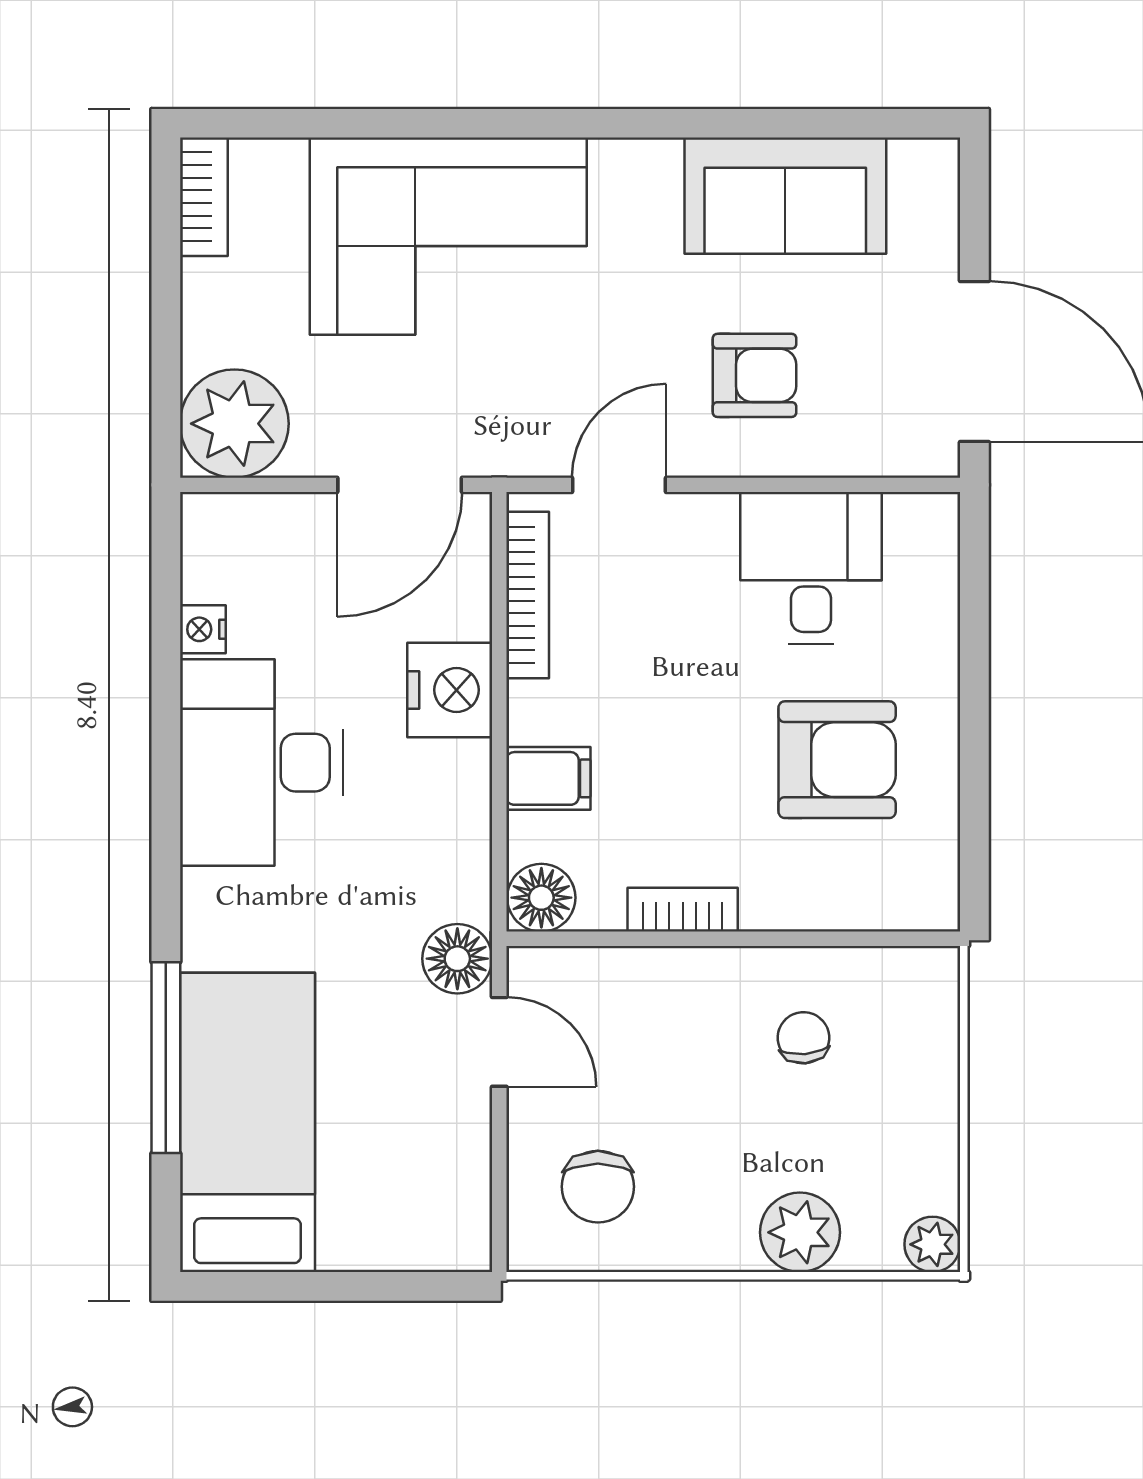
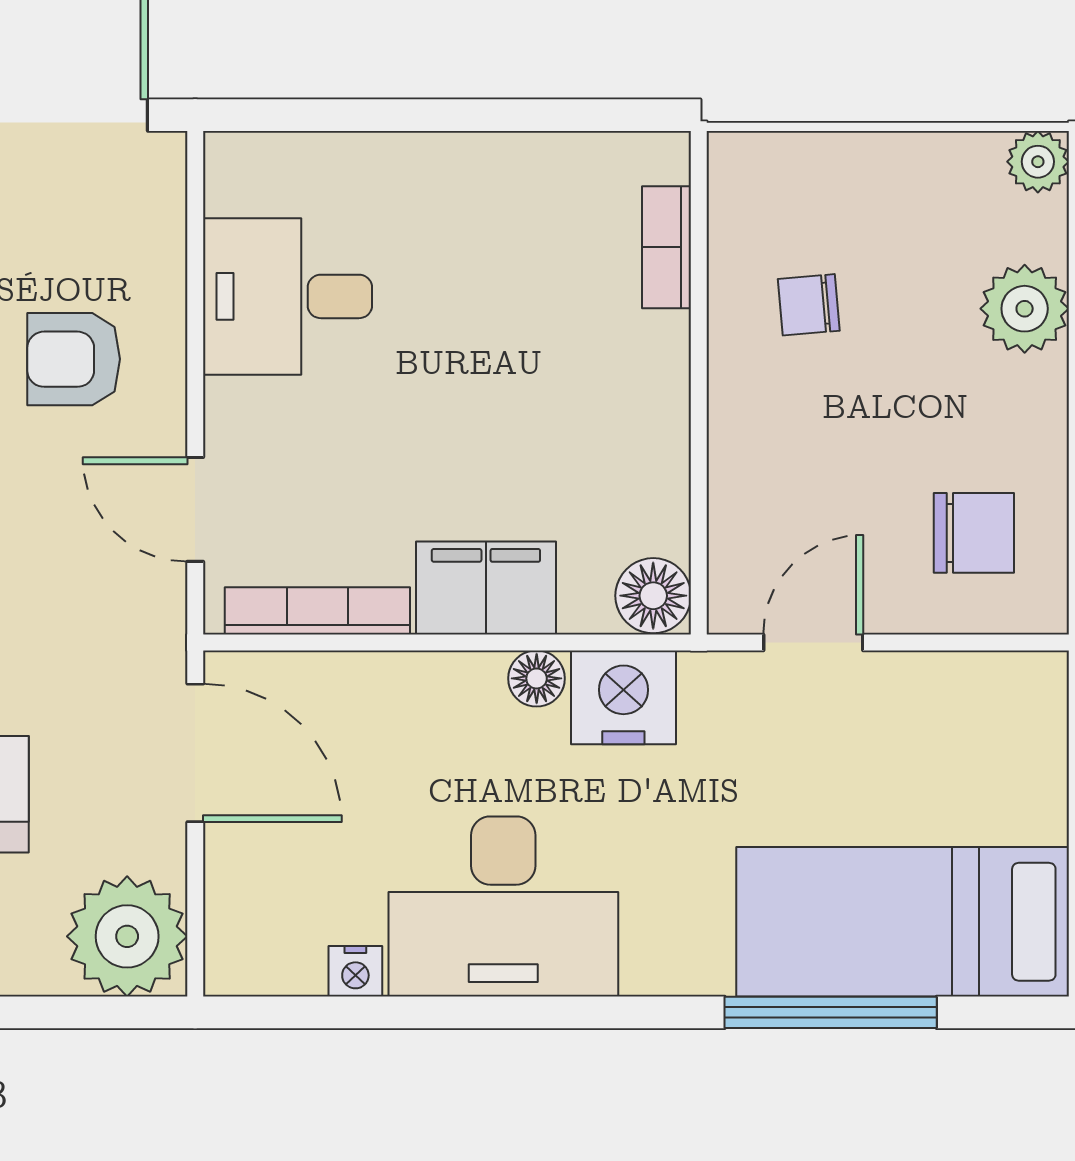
armchair: (754, 375) -> (74, 359), turned -90
nightstand: (450, 690) -> (623, 697), moved
armchair: (837, 760) -> (500, 268), removed
filing cabinet: (548, 778) -> (486, 588), width x2.00
bookcase: (683, 910) -> (667, 247), moved
floor lamp: (457, 959) -> (537, 678), moved, width x0.73, depth x0.73

